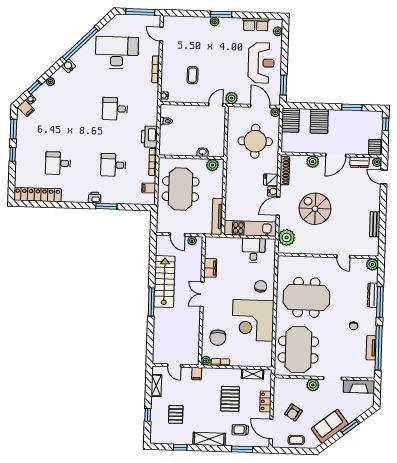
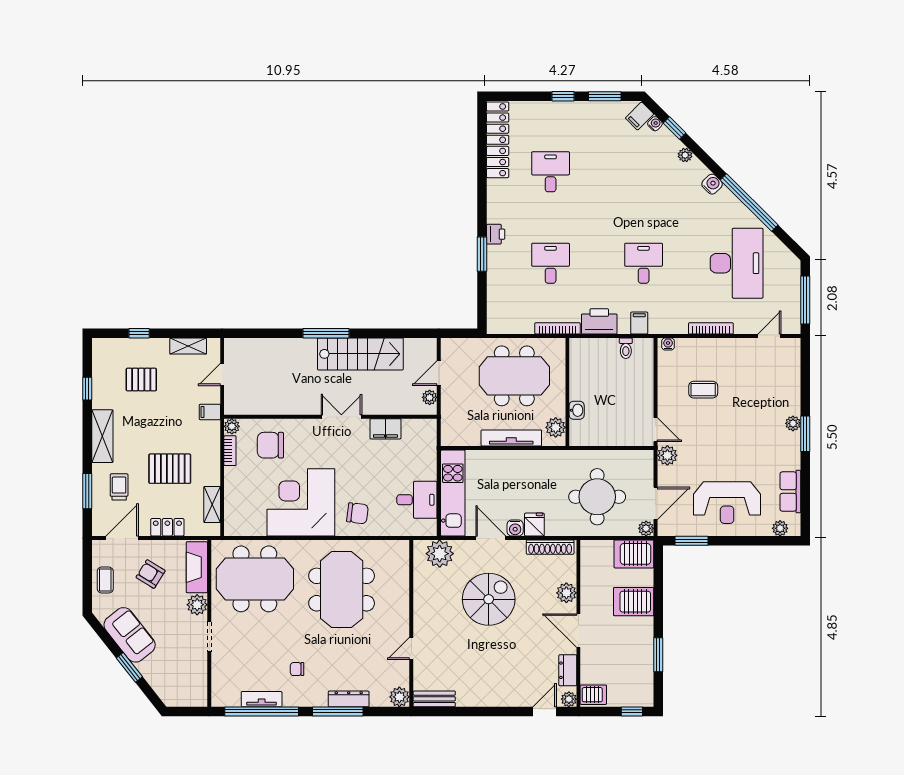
filing cabinet: (149, 188) -> (639, 323), moved
tv unit: (217, 216) -> (511, 438), moved
bench: (375, 224) -> (434, 699), moved
fireplace: (359, 387) -> (197, 567), moved

